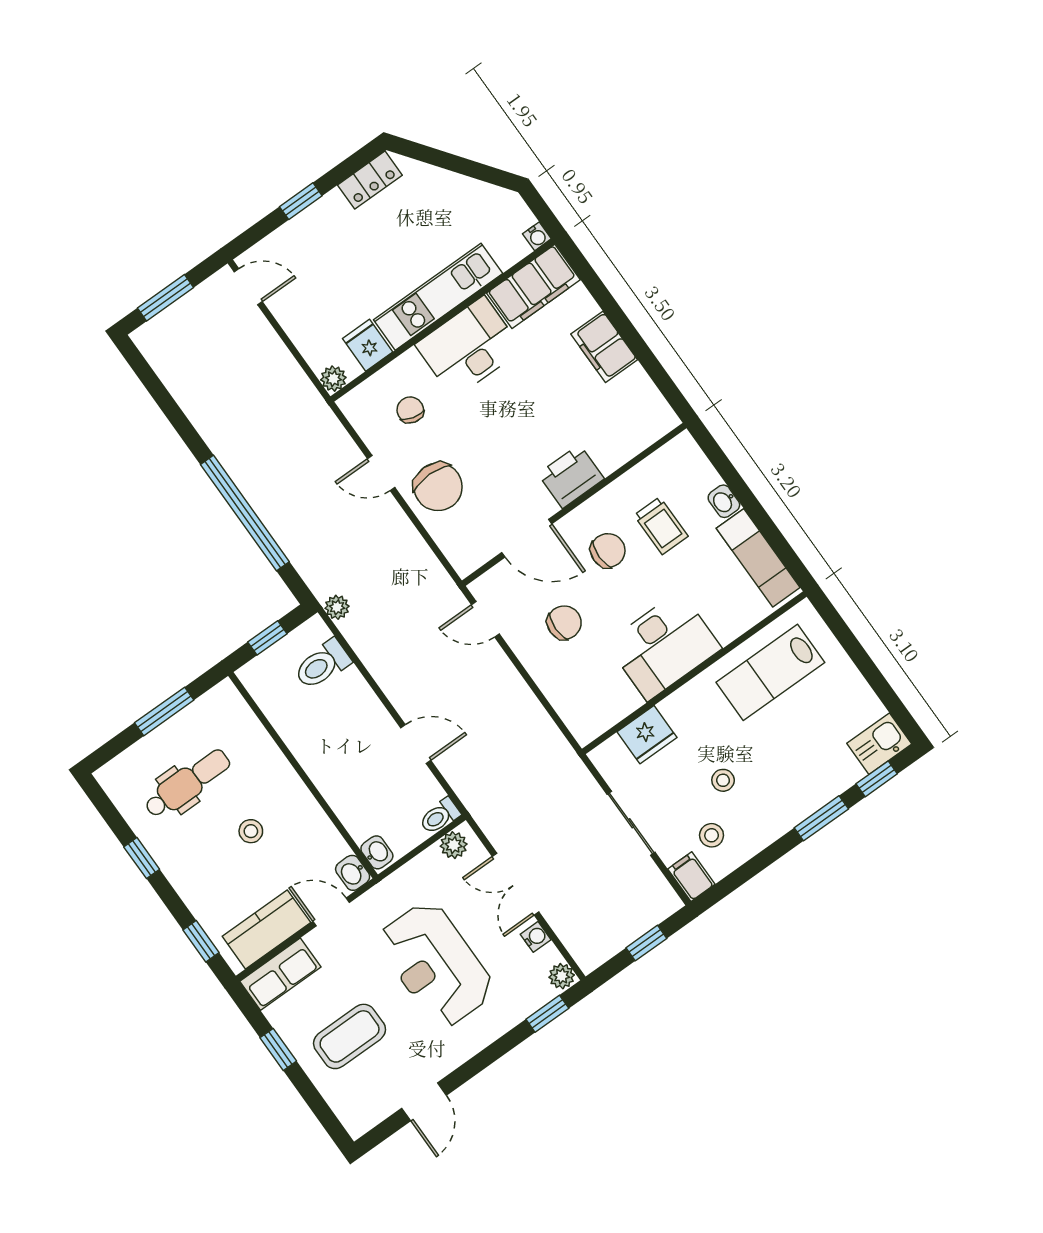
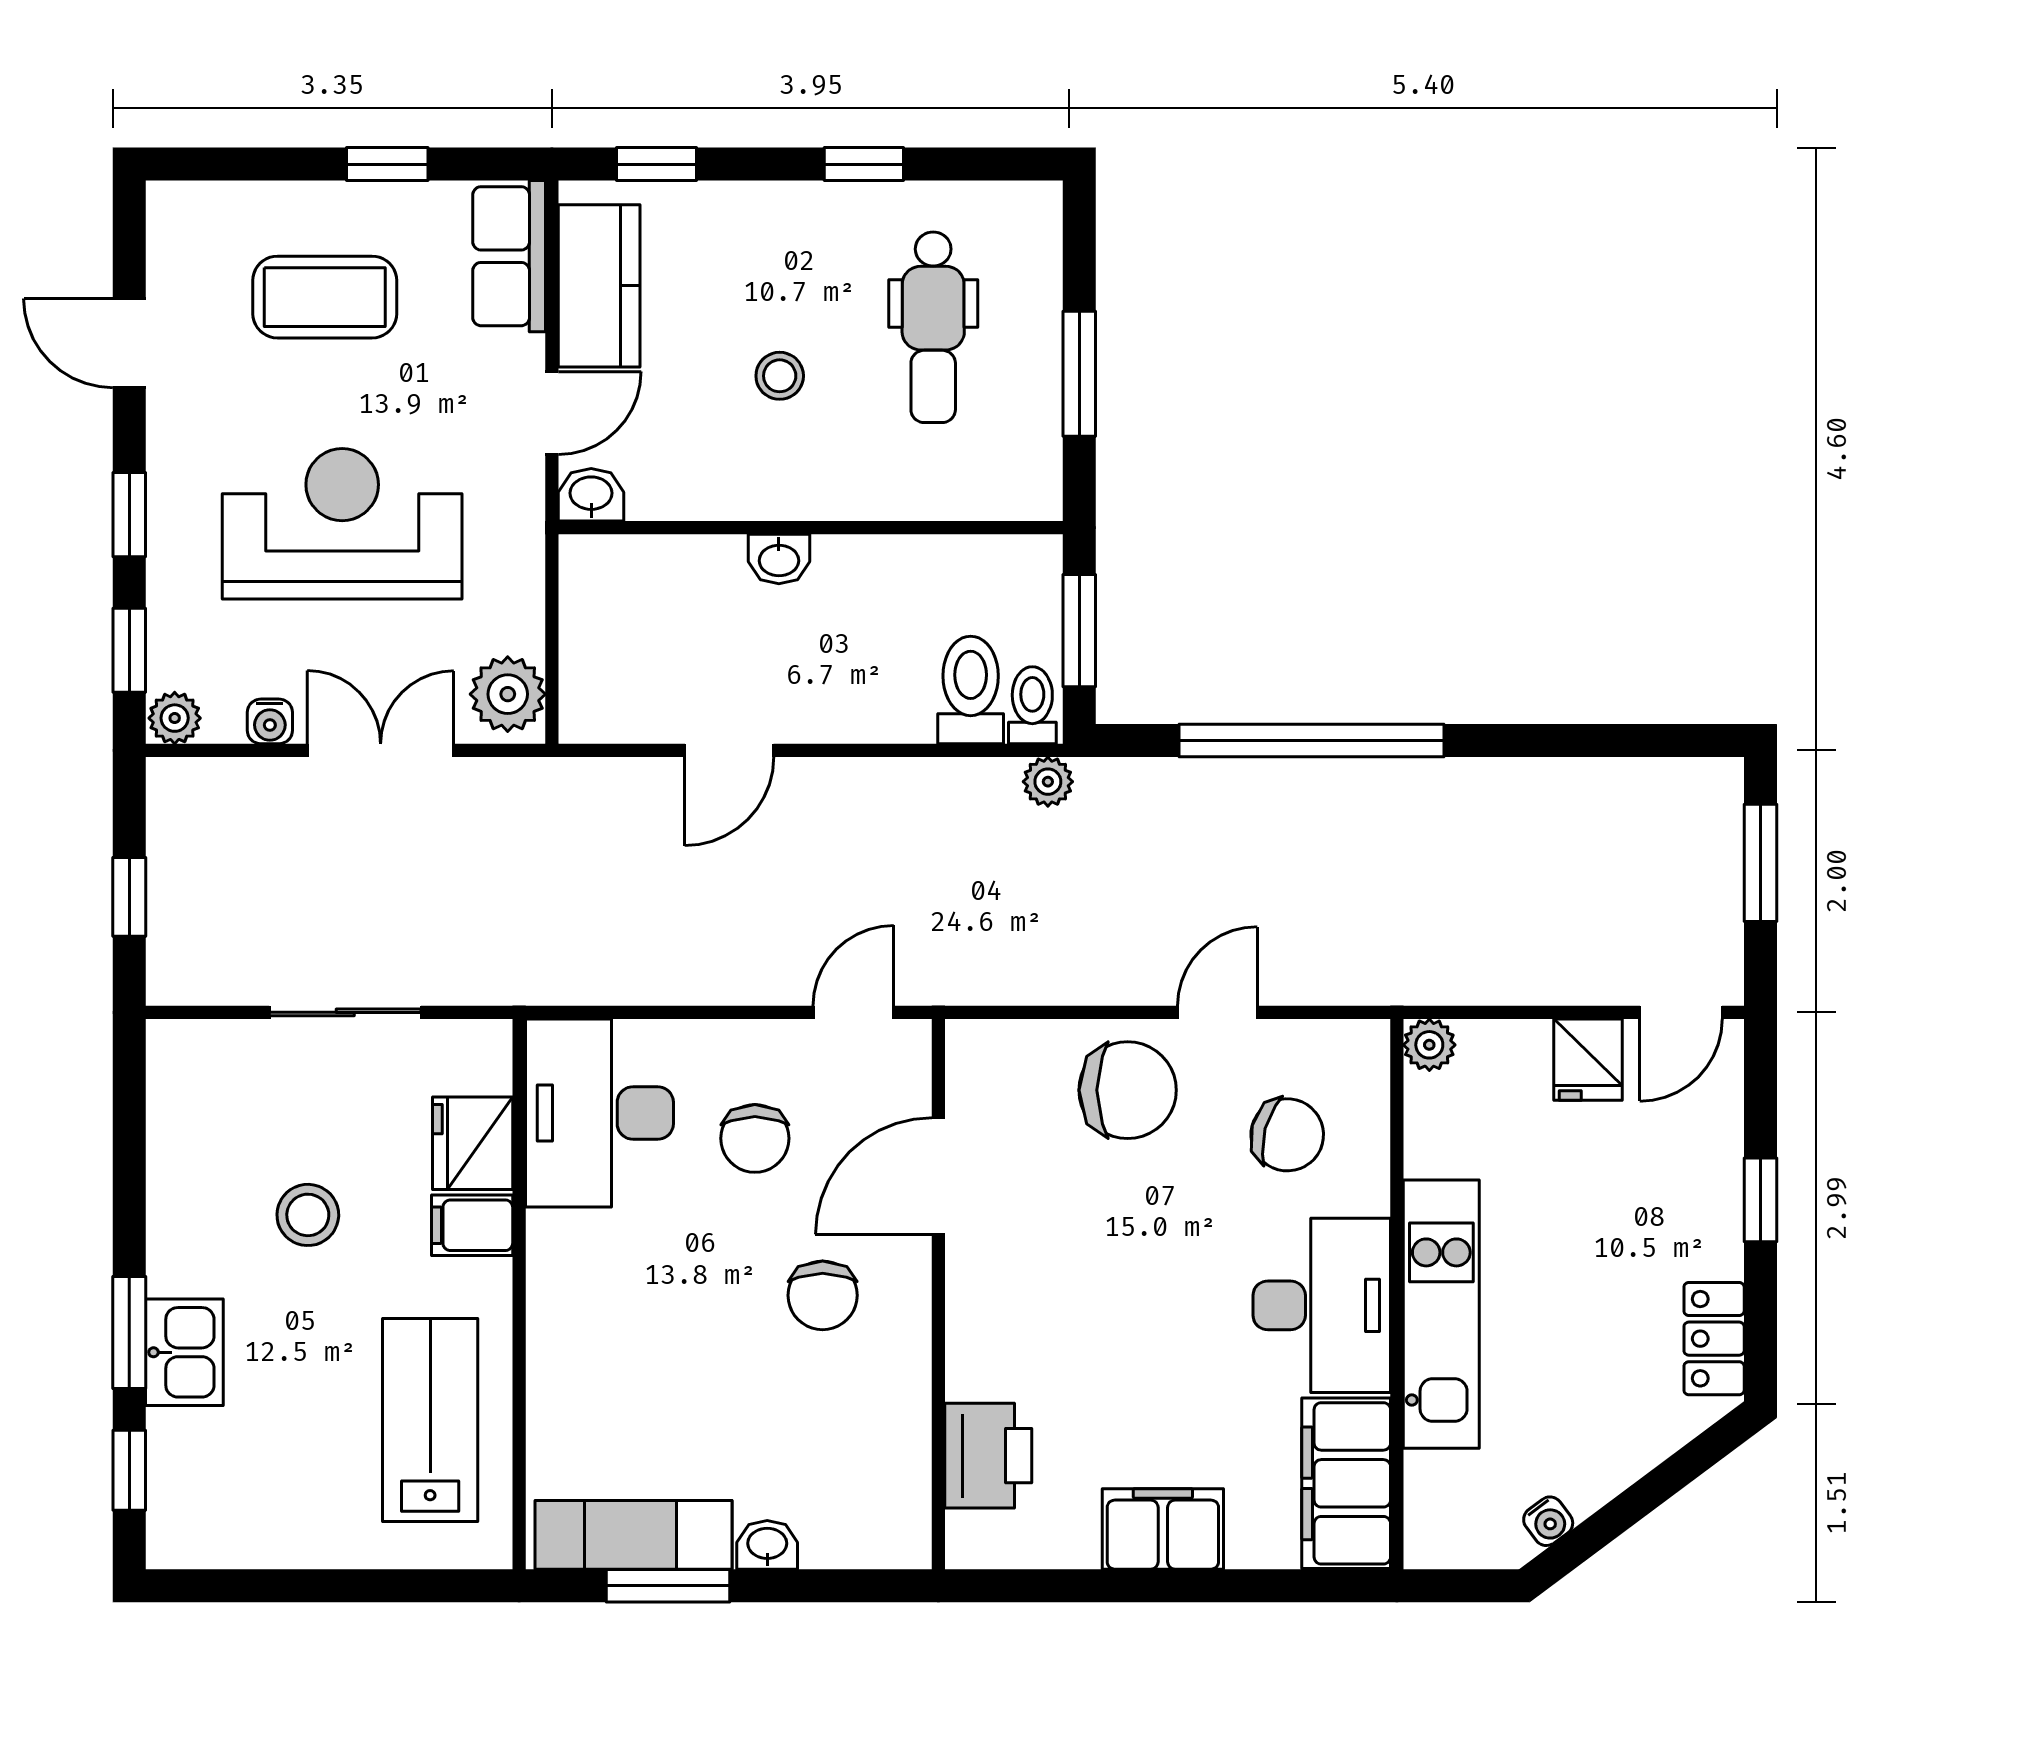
water cooler: (537, 236) -> (1548, 1521), moved, turned -127
fridge: (368, 345) -> (1588, 1060), moved, turned 90
chair: (410, 410) -> (1287, 1135), width x1.37, depth x1.37
printer: (571, 476) -> (988, 1456), moved
chair: (438, 487) -> (1128, 1090), turned 180
trolley: (661, 526) -> (801, 1412), removed
window: (769, 529) -> (668, 1586), added
window: (267, 638) -> (1079, 631), width x1.50
desk: (664, 646) -> (600, 1113), moved
kitchen sink: (879, 744) -> (184, 1352), moved
stool: (723, 780) -> (308, 1215), width x1.37, depth x1.37
toilet: (440, 816) -> (1032, 705), moved
stool: (712, 835) -> (231, 1131), removed
plant: (454, 845) -> (508, 694), width x1.38, depth x1.38
washbasin: (377, 852) -> (779, 559), moved
filing cabinet: (691, 877) -> (472, 1225), moved, turned 180
coffee table: (350, 1036) -> (325, 297), turned 90
window: (493, 1053) -> (129, 515), added

